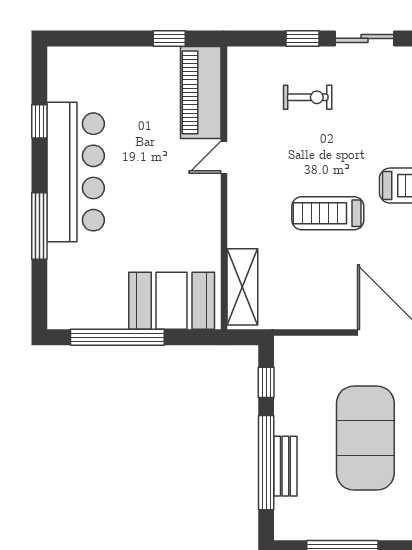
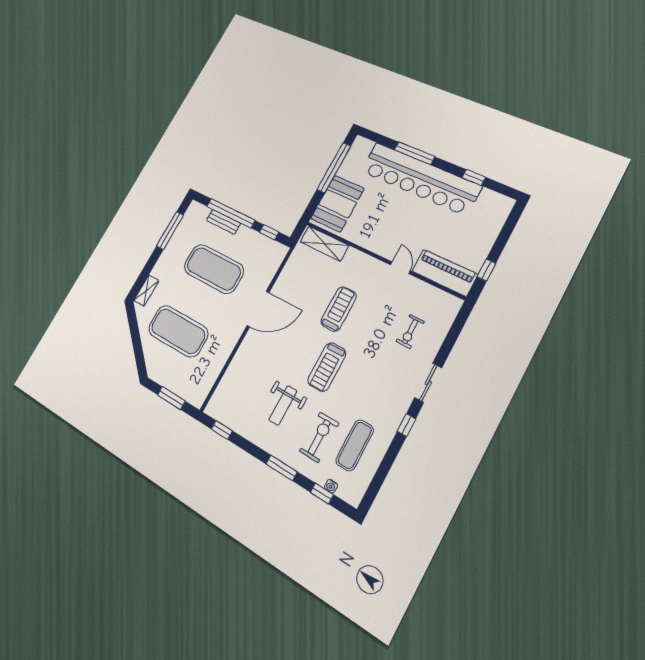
window: (302, 38) -> (447, 346), removed
bar counter: (76, 172) -> (420, 179), width x1.36

